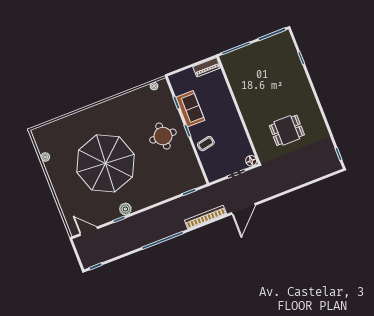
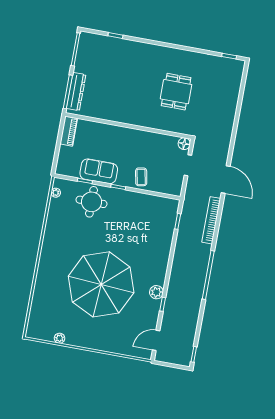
dresser: (240, 54) -> (76, 92), added
round table: (163, 136) -> (92, 202), moved

